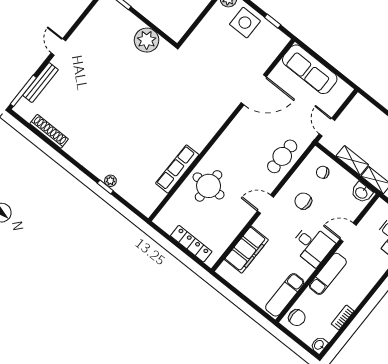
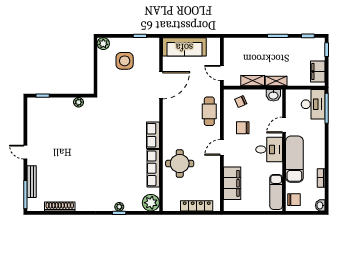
side table: (245, 23) -> (125, 61), moved
plant: (147, 40) -> (79, 102), width x0.53, depth x0.53
row of seats: (204, 135) -> (153, 135), added
plant: (146, 203) -> (151, 203), added
exam couch: (328, 274) -> (294, 159), width x1.36, depth x1.45

